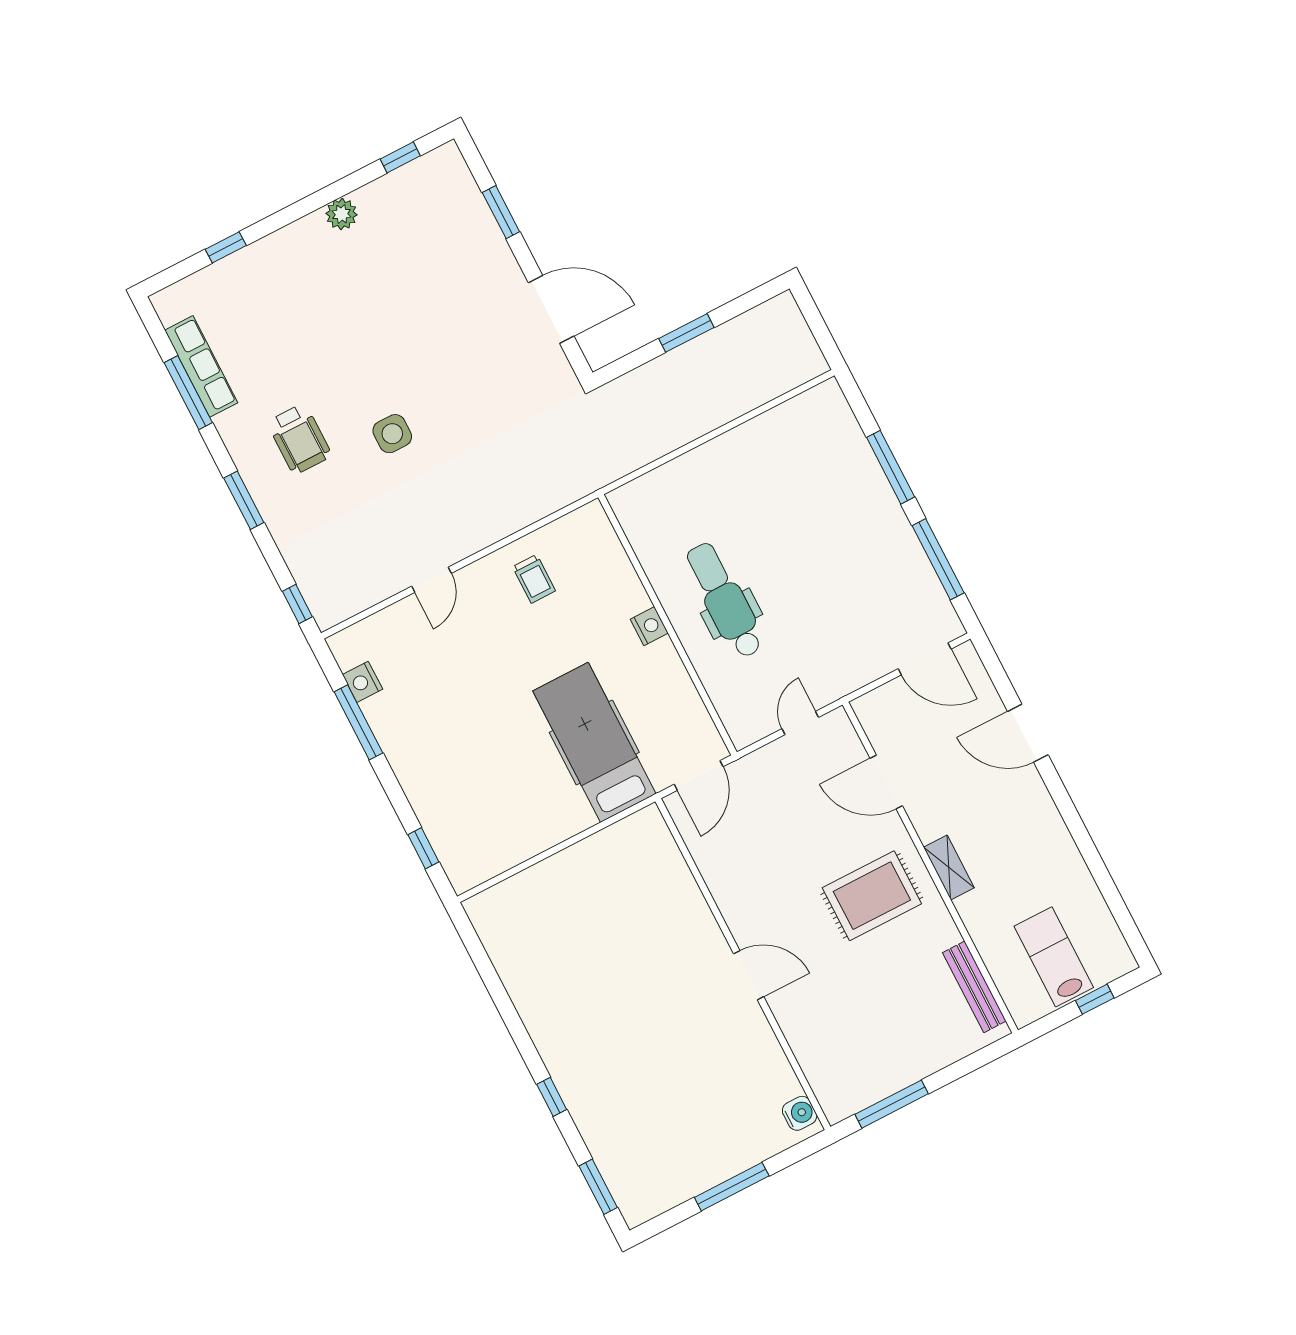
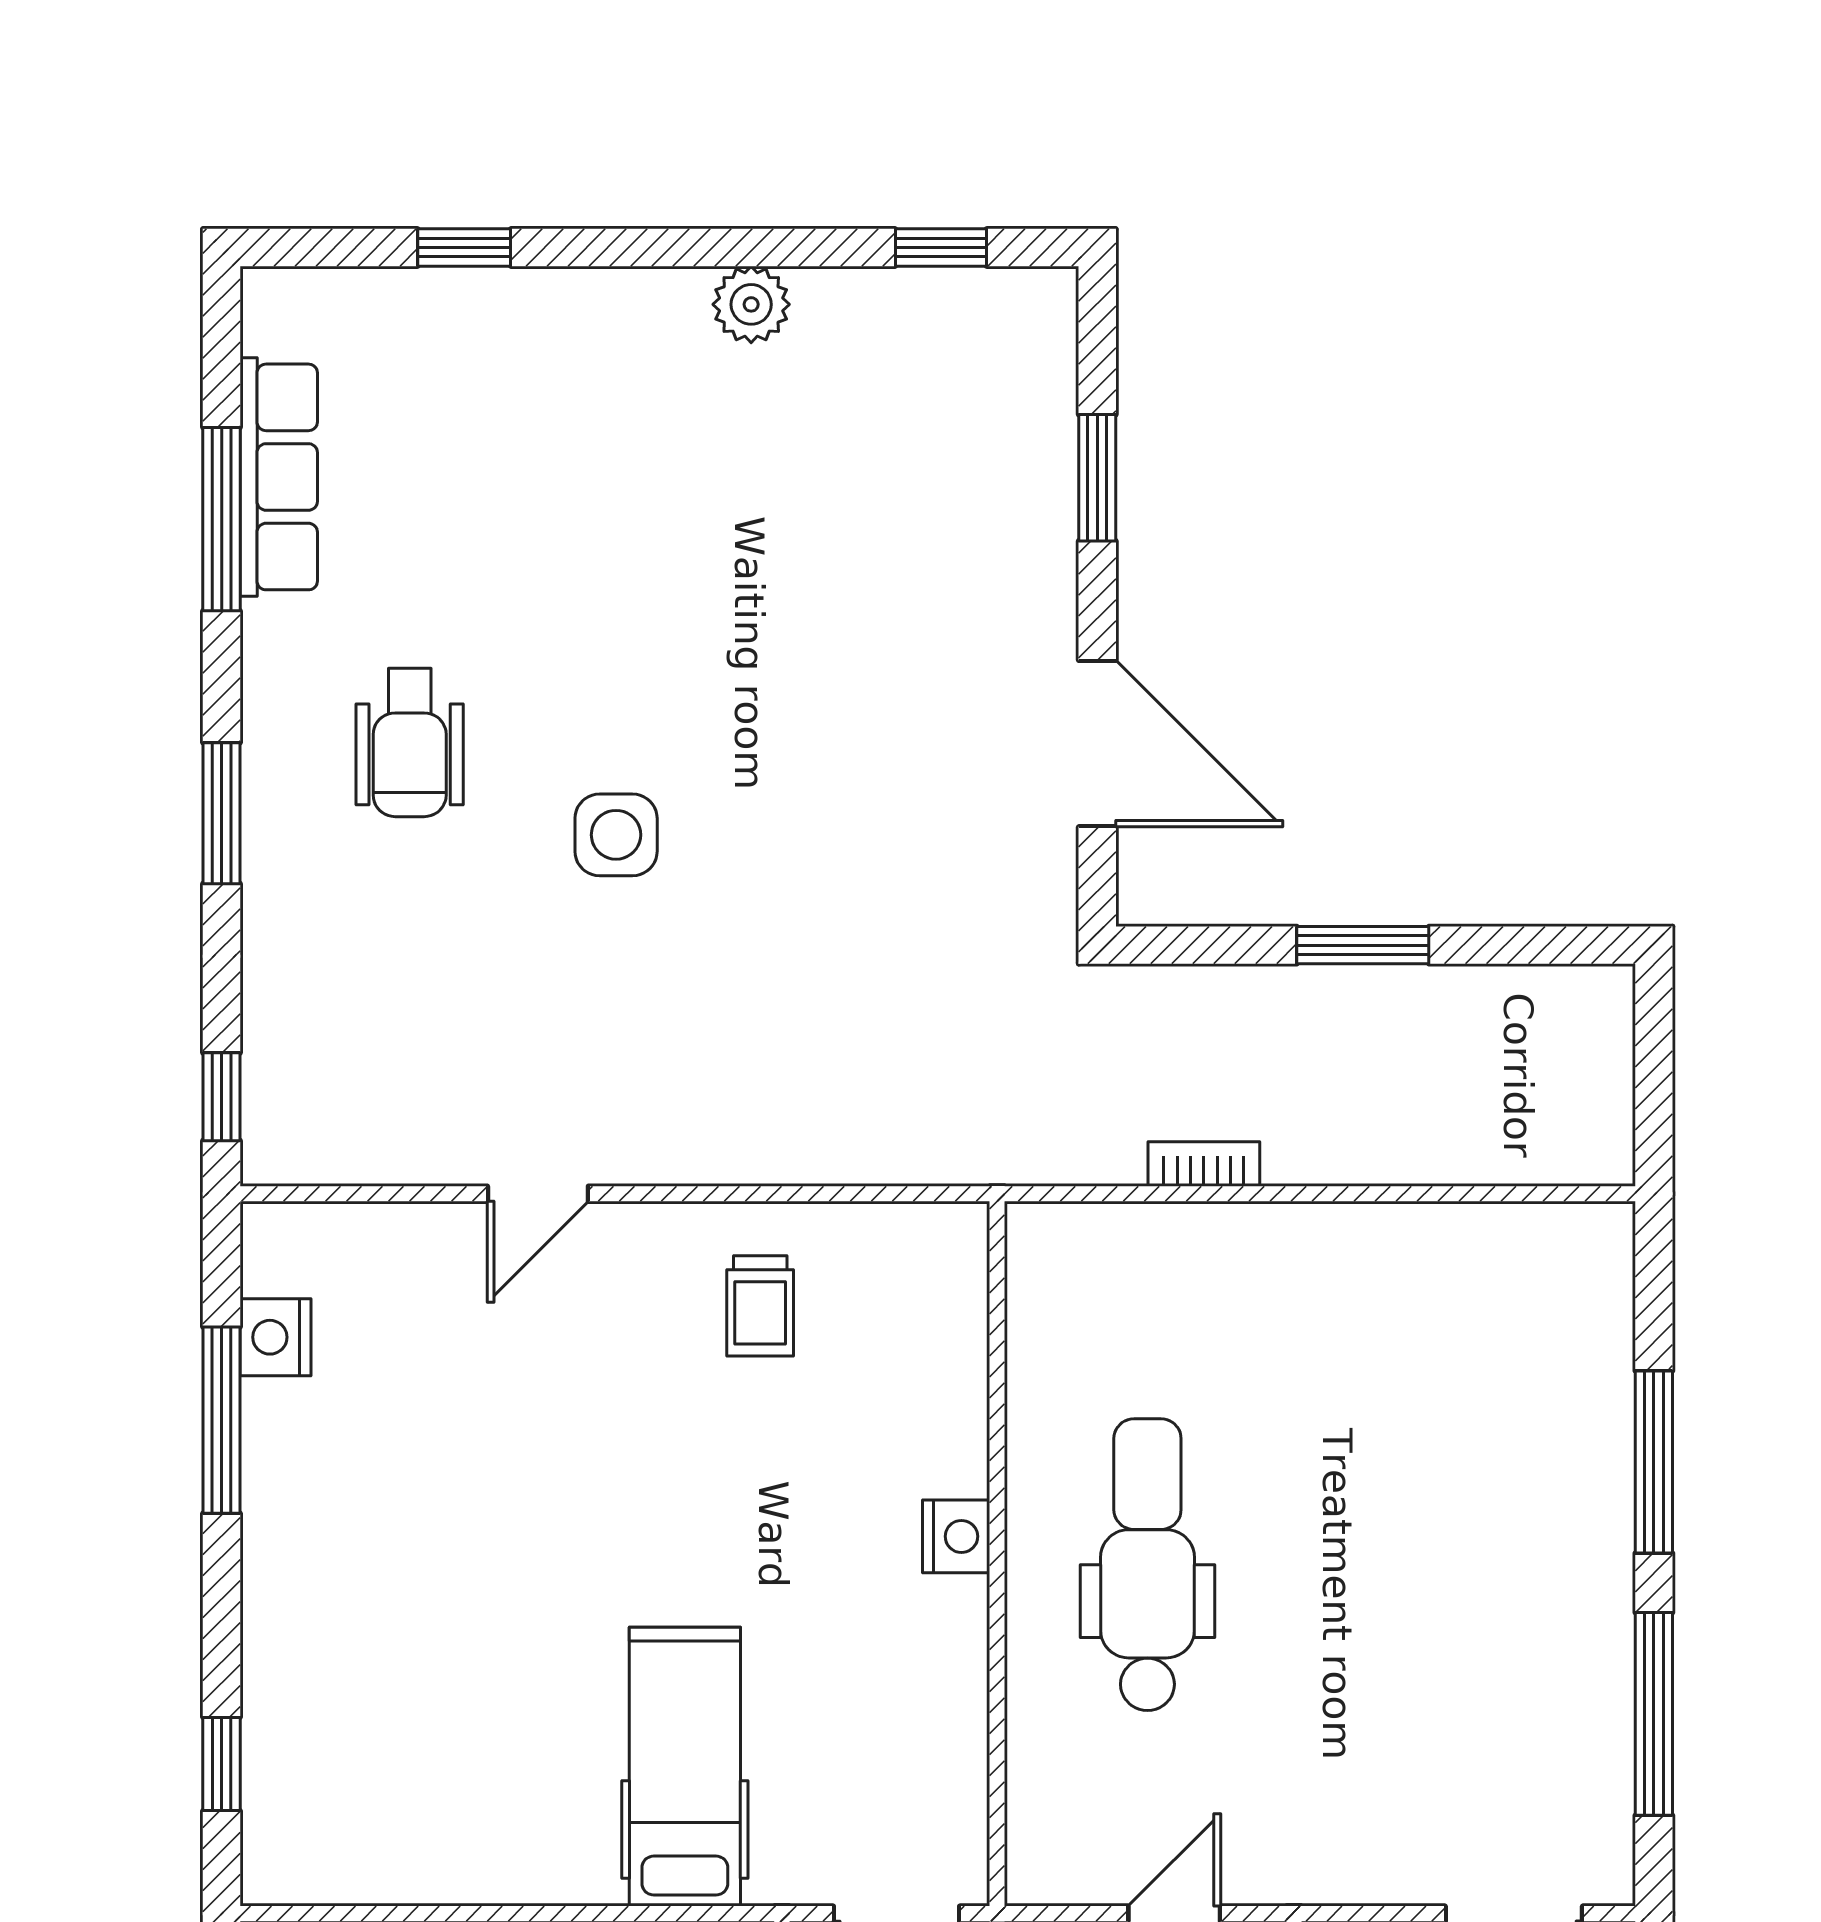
bookcase: (670, 443) -> (1204, 1164), added
hospital bed: (594, 742) -> (685, 1767), width x0.73, depth x0.78

